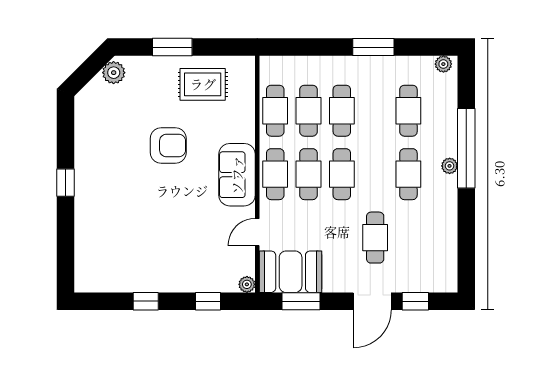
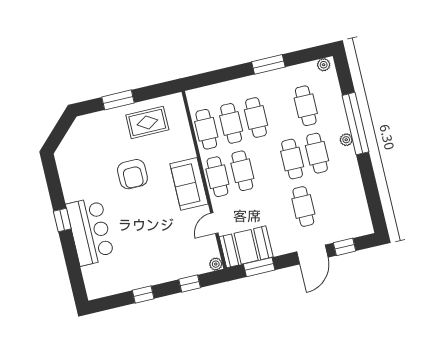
plant: (114, 73) -> (79, 129), removed
armchair: (168, 146) -> (132, 174), turned 90
cafe table: (342, 174) -> (292, 159), moved
bar counter: (97, 205) -> (90, 231), added

